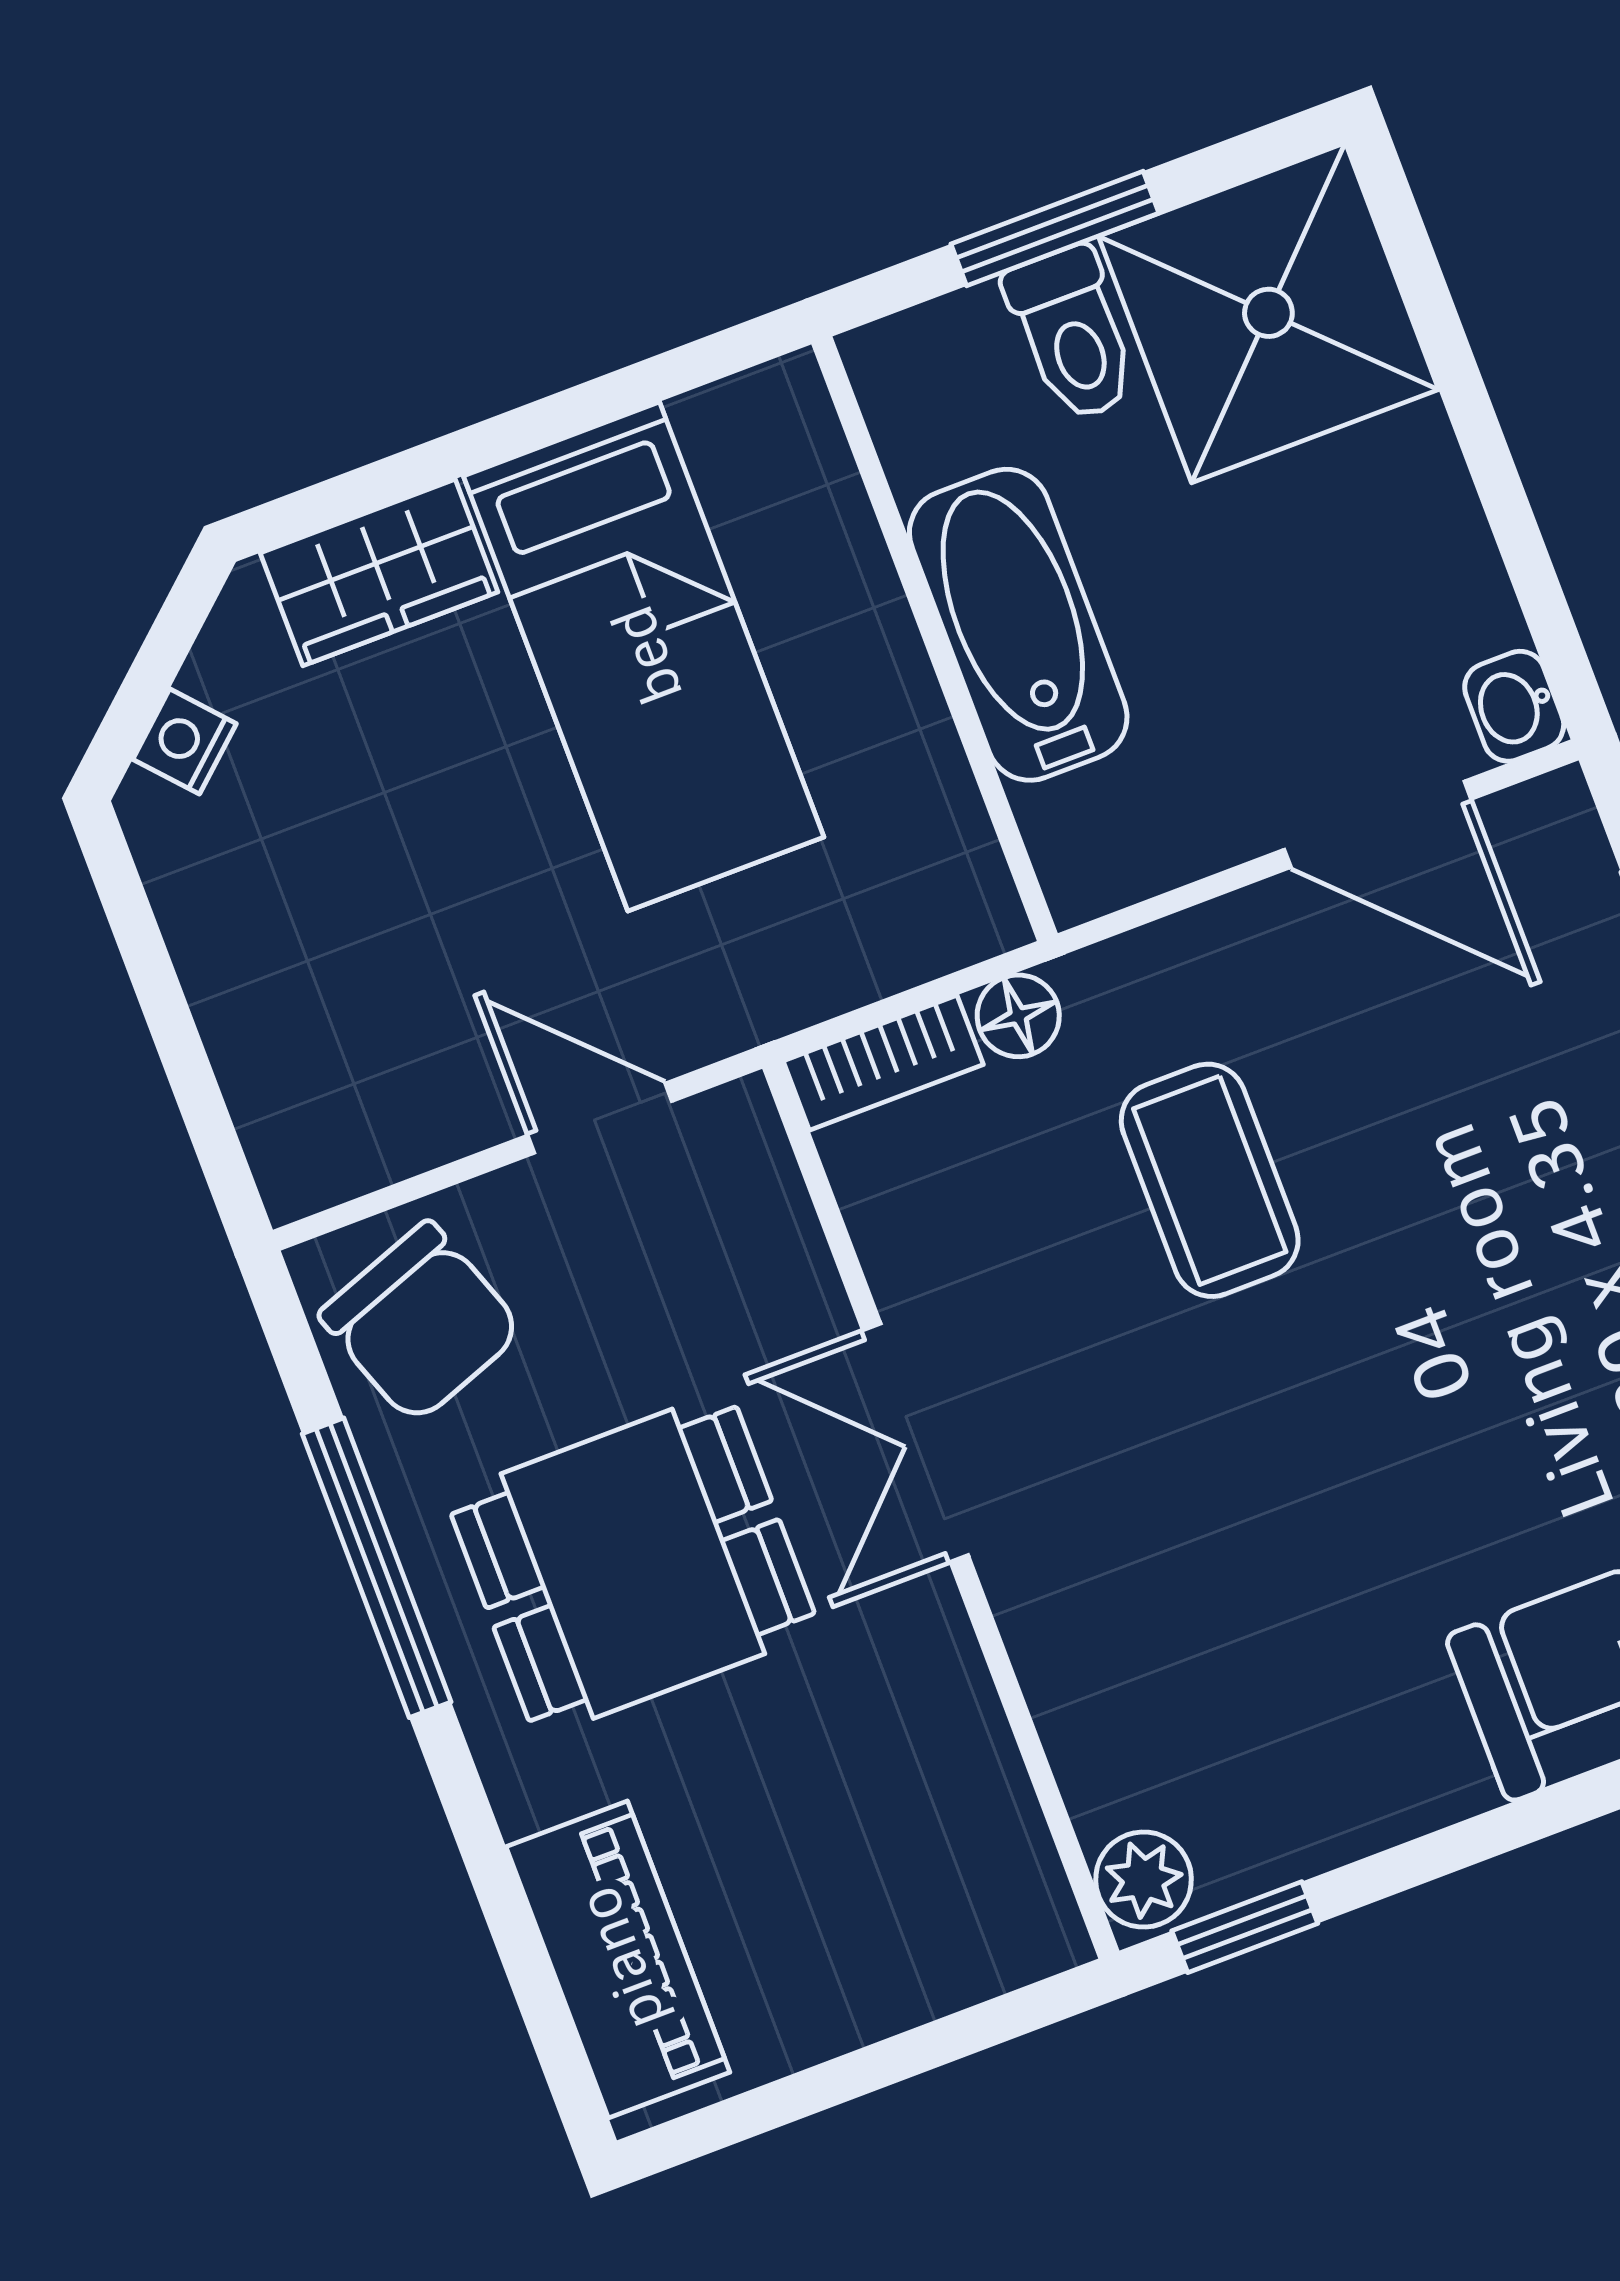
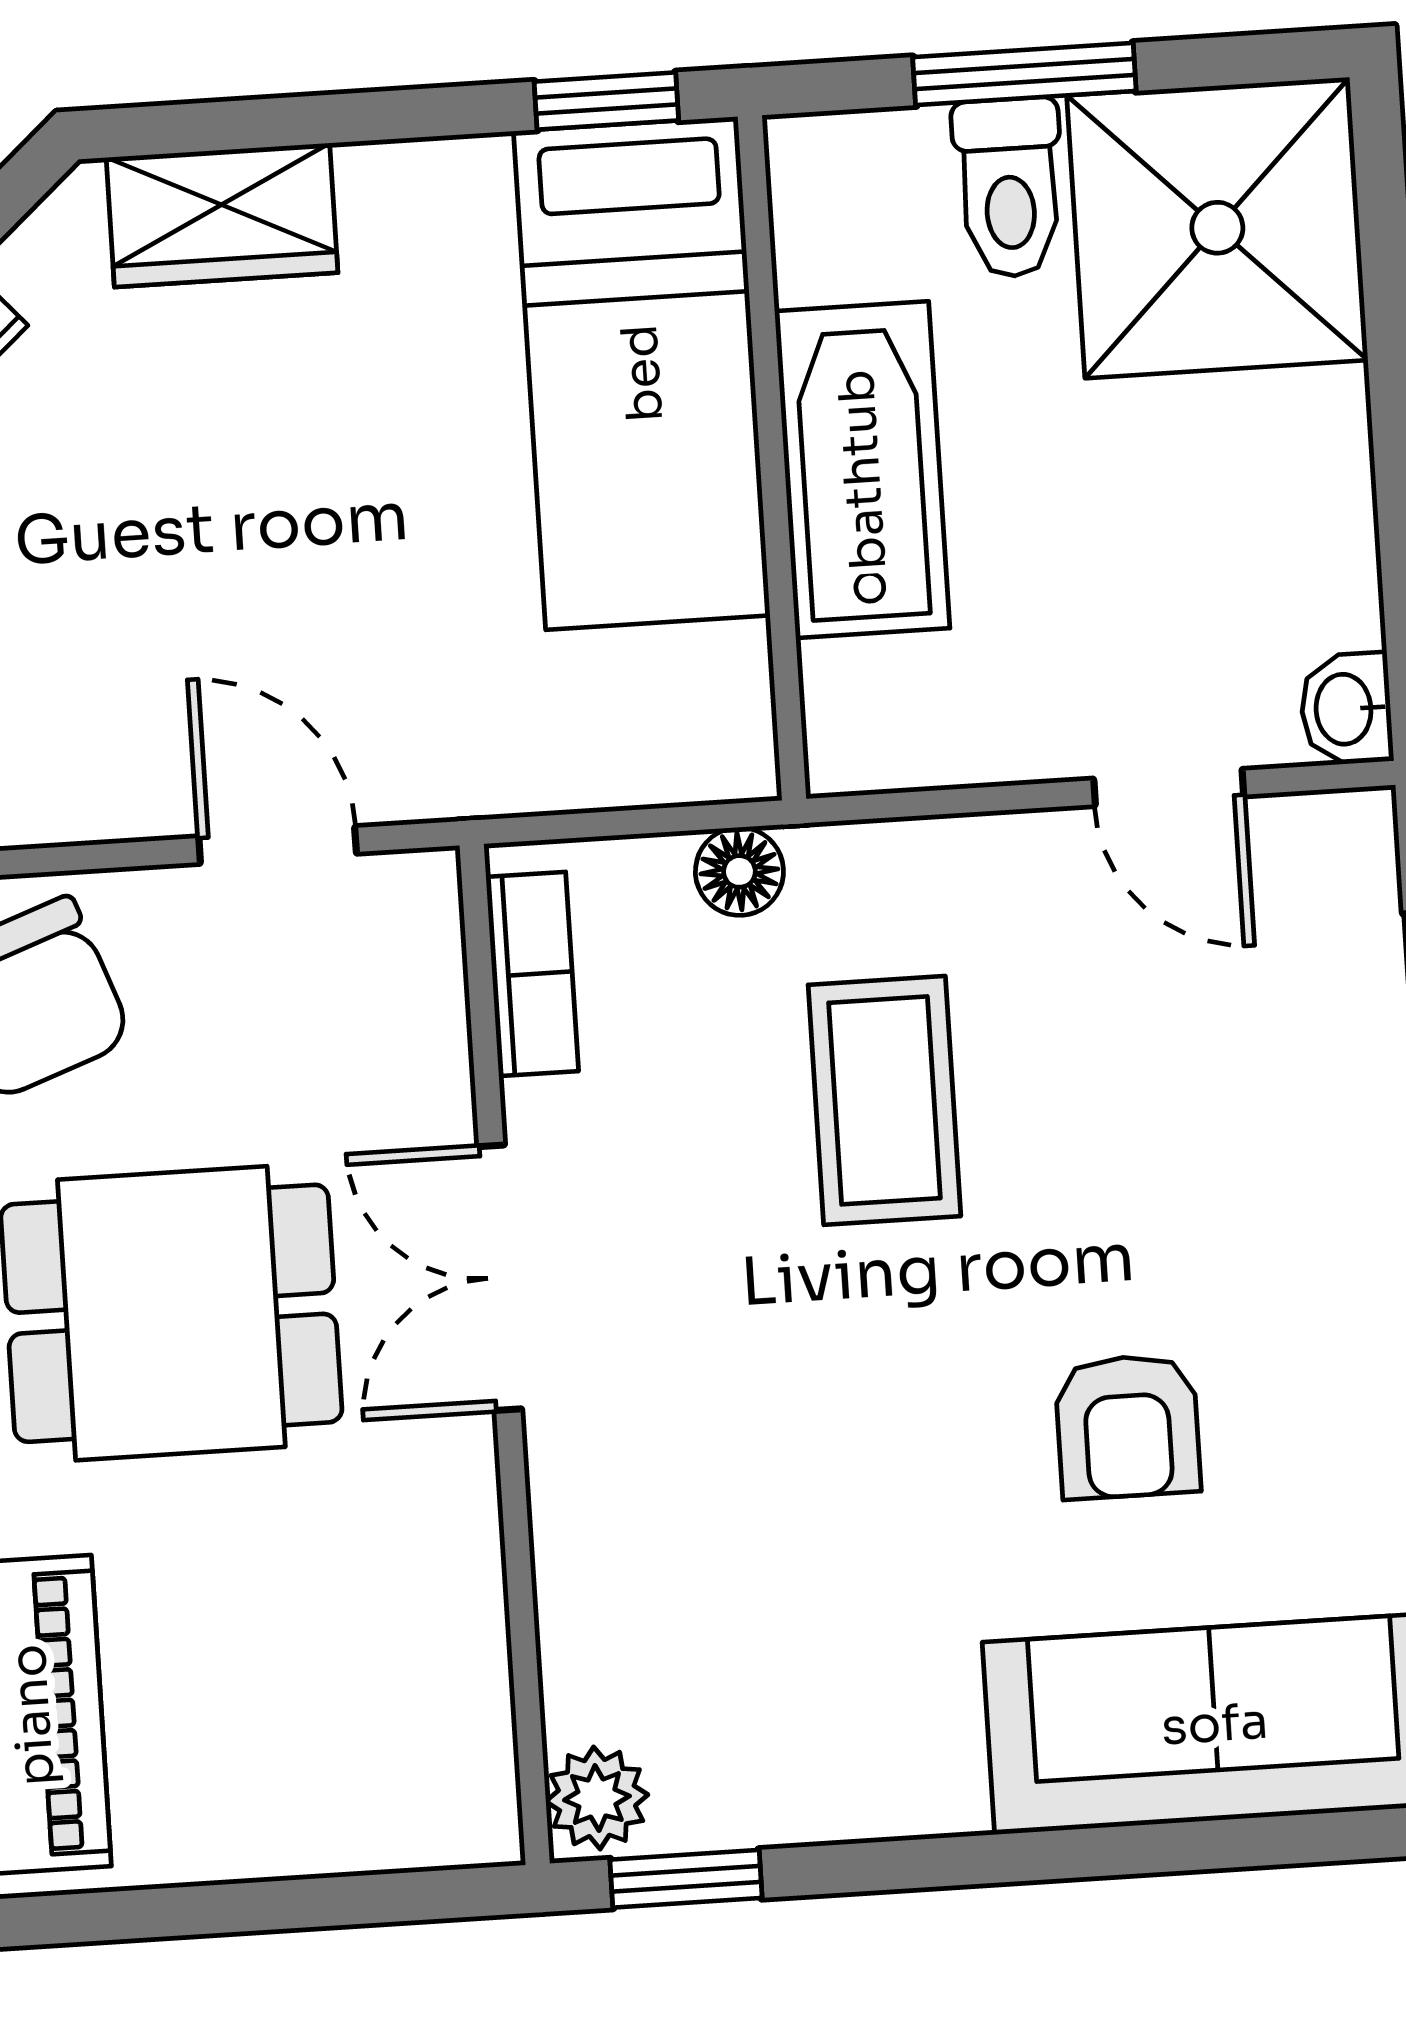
window: (690, 366) -> (606, 101), added
bed: (644, 656) -> (642, 373), moved
door: (1378, 824) -> (1169, 787), width x0.73
bookcase: (883, 1063) -> (532, 974), moved, turned -90
armchair: (1515, 1404) -> (1128, 1426), added

